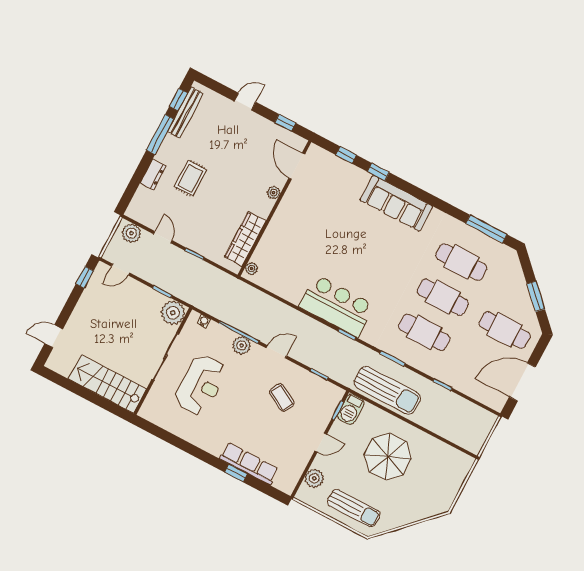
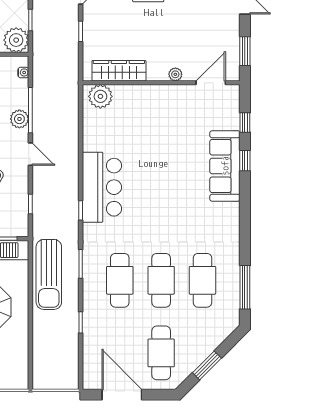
window: (285, 123) -> (245, 51), width x1.50
sofa: (396, 203) -> (225, 166), moved
plant: (252, 269) -> (100, 96), width x1.87, depth x1.87

